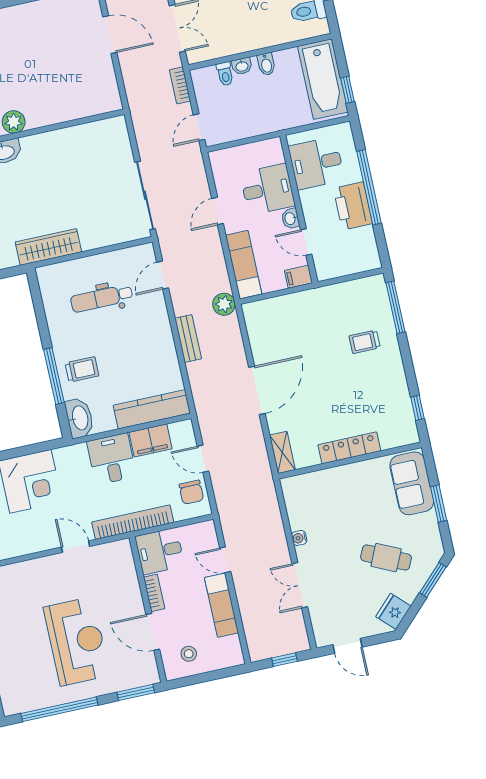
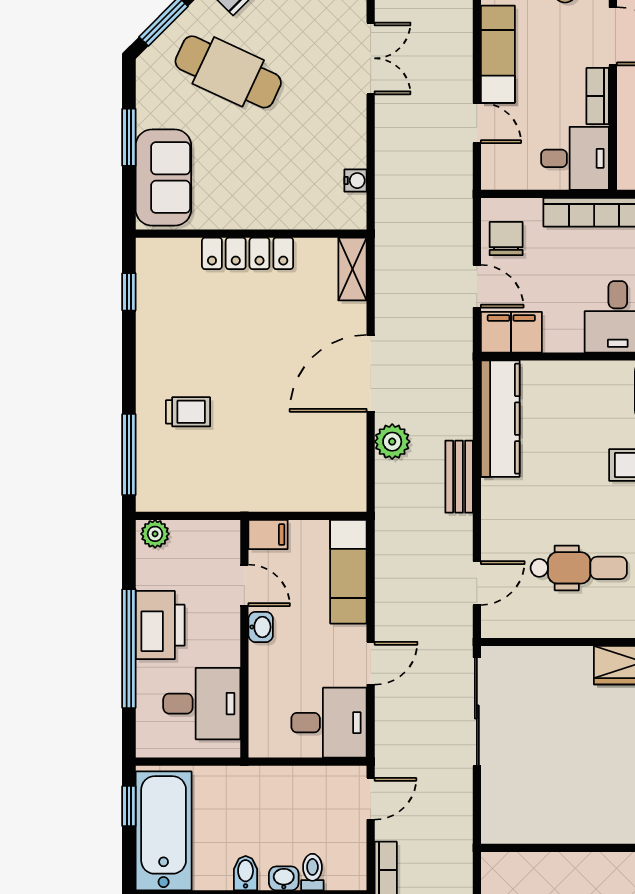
desk: (268, 189) -> (329, 723), moved, turned 180
plant: (368, 262) -> (155, 534), added
plant: (224, 304) -> (392, 442), moved
kitchen counter: (152, 409) -> (500, 419), moved, turned -90
filing cabinet: (151, 440) -> (511, 332), moved
water cooler: (299, 538) -> (355, 181), moved
cafe table: (386, 558) -> (228, 72), width x1.37, depth x1.35

